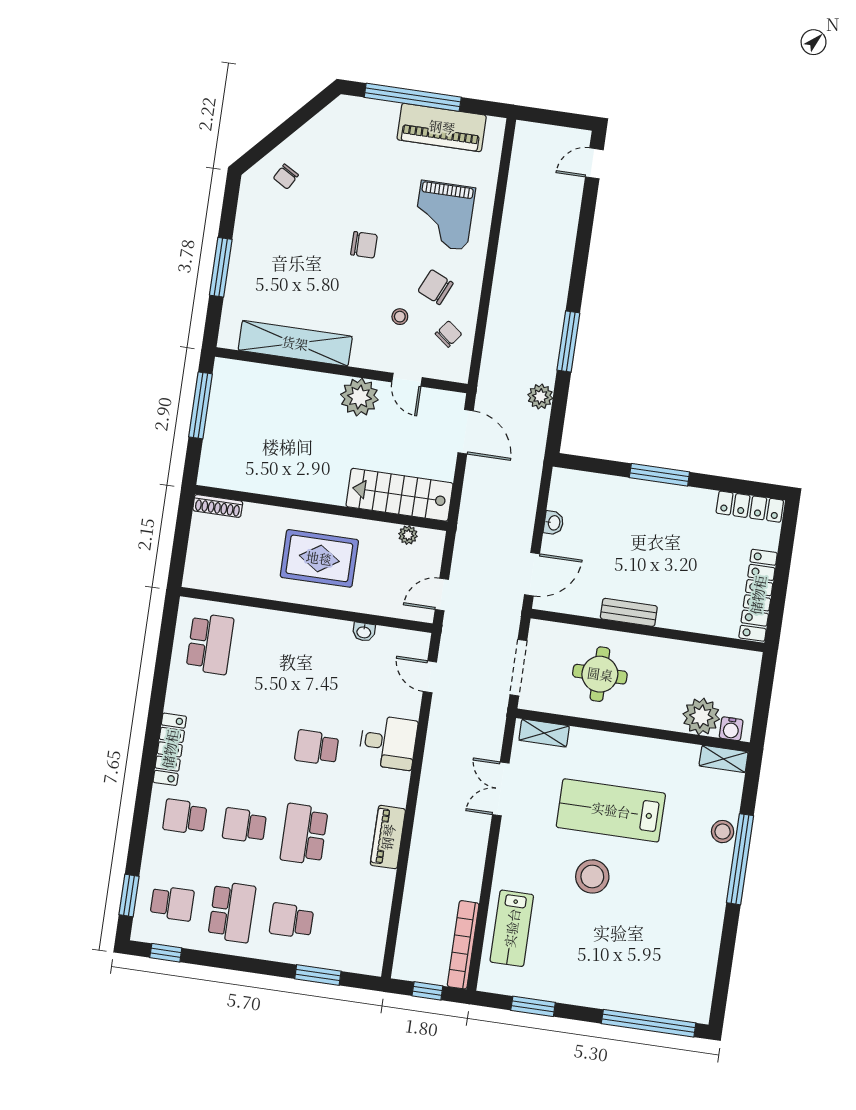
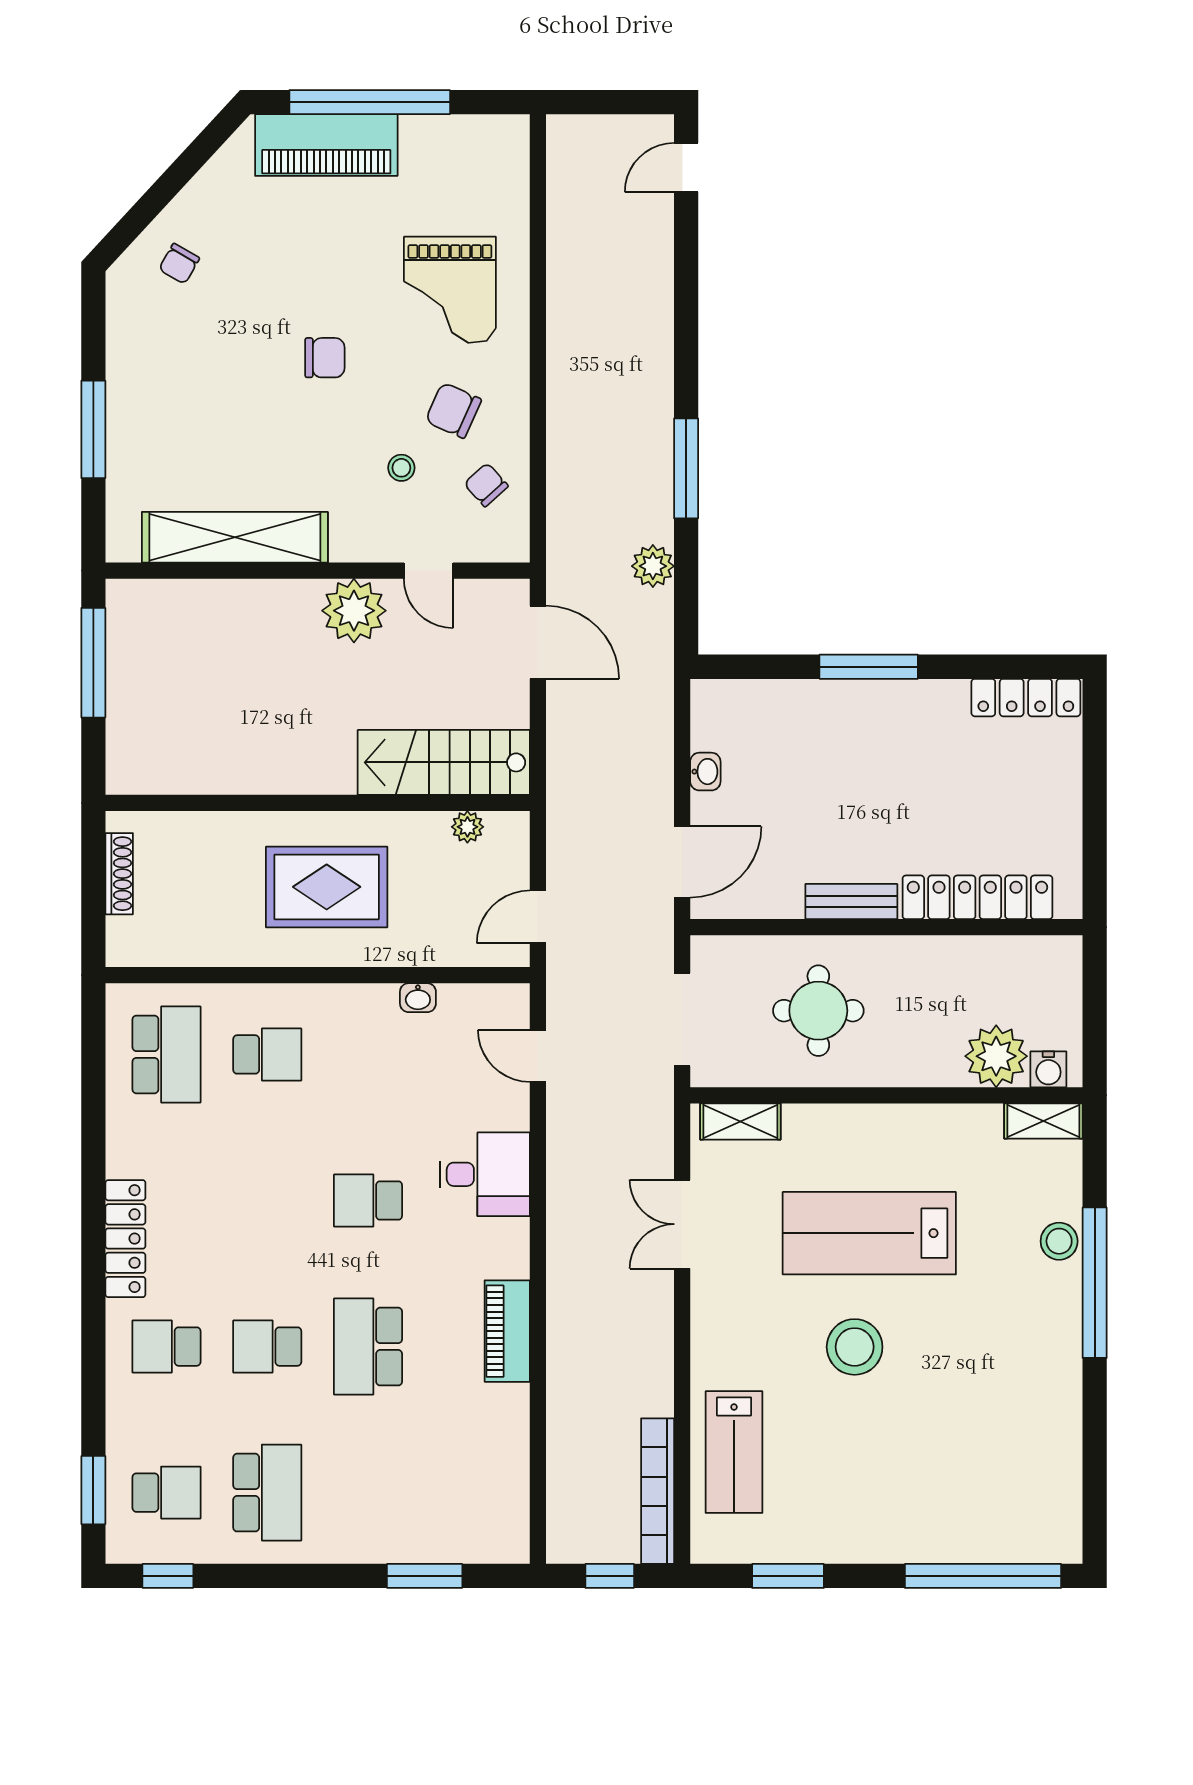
piano: (442, 127) -> (326, 145), moved
chair: (449, 334) -> (486, 485), turned -80
shoe rack: (218, 506) -> (119, 874), moved, turned -90
locker: (758, 595) -> (977, 897), moved, turned 90
school desk: (292, 921) -> (267, 1054), moved, turned 180

